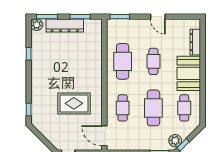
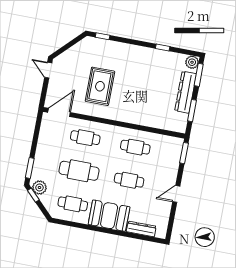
cafe table: (123, 61) -> (135, 147), width x0.73, depth x0.74

